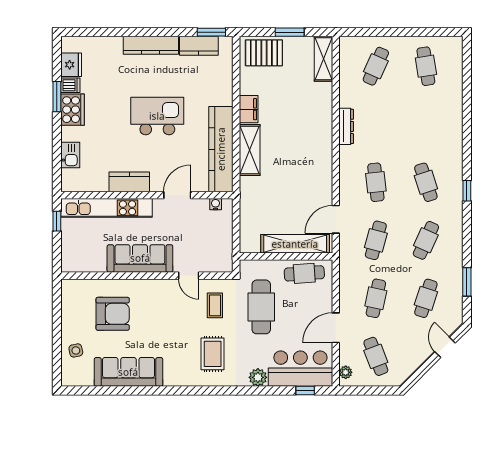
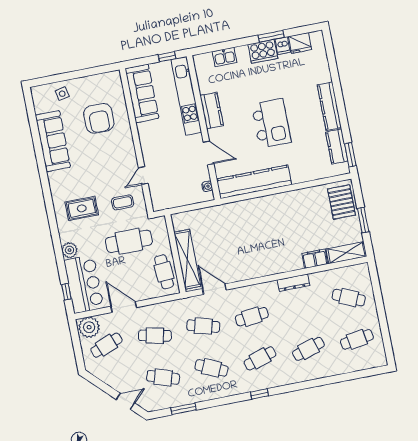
filing cabinet: (249, 109) -> (315, 259), moved, turned 180
cafe table: (426, 124) -> (308, 349), added
shelving: (250, 150) -> (258, 206), removed
sofa: (140, 258) -> (142, 93), moved
plant: (346, 372) -> (89, 327), width x1.87, depth x1.87

